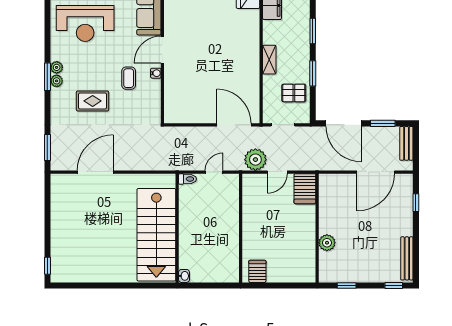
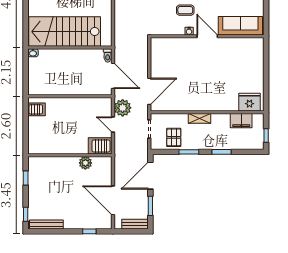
door: (214, 172) -> (113, 76), width x1.87
plant: (327, 243) -> (85, 163), moved

